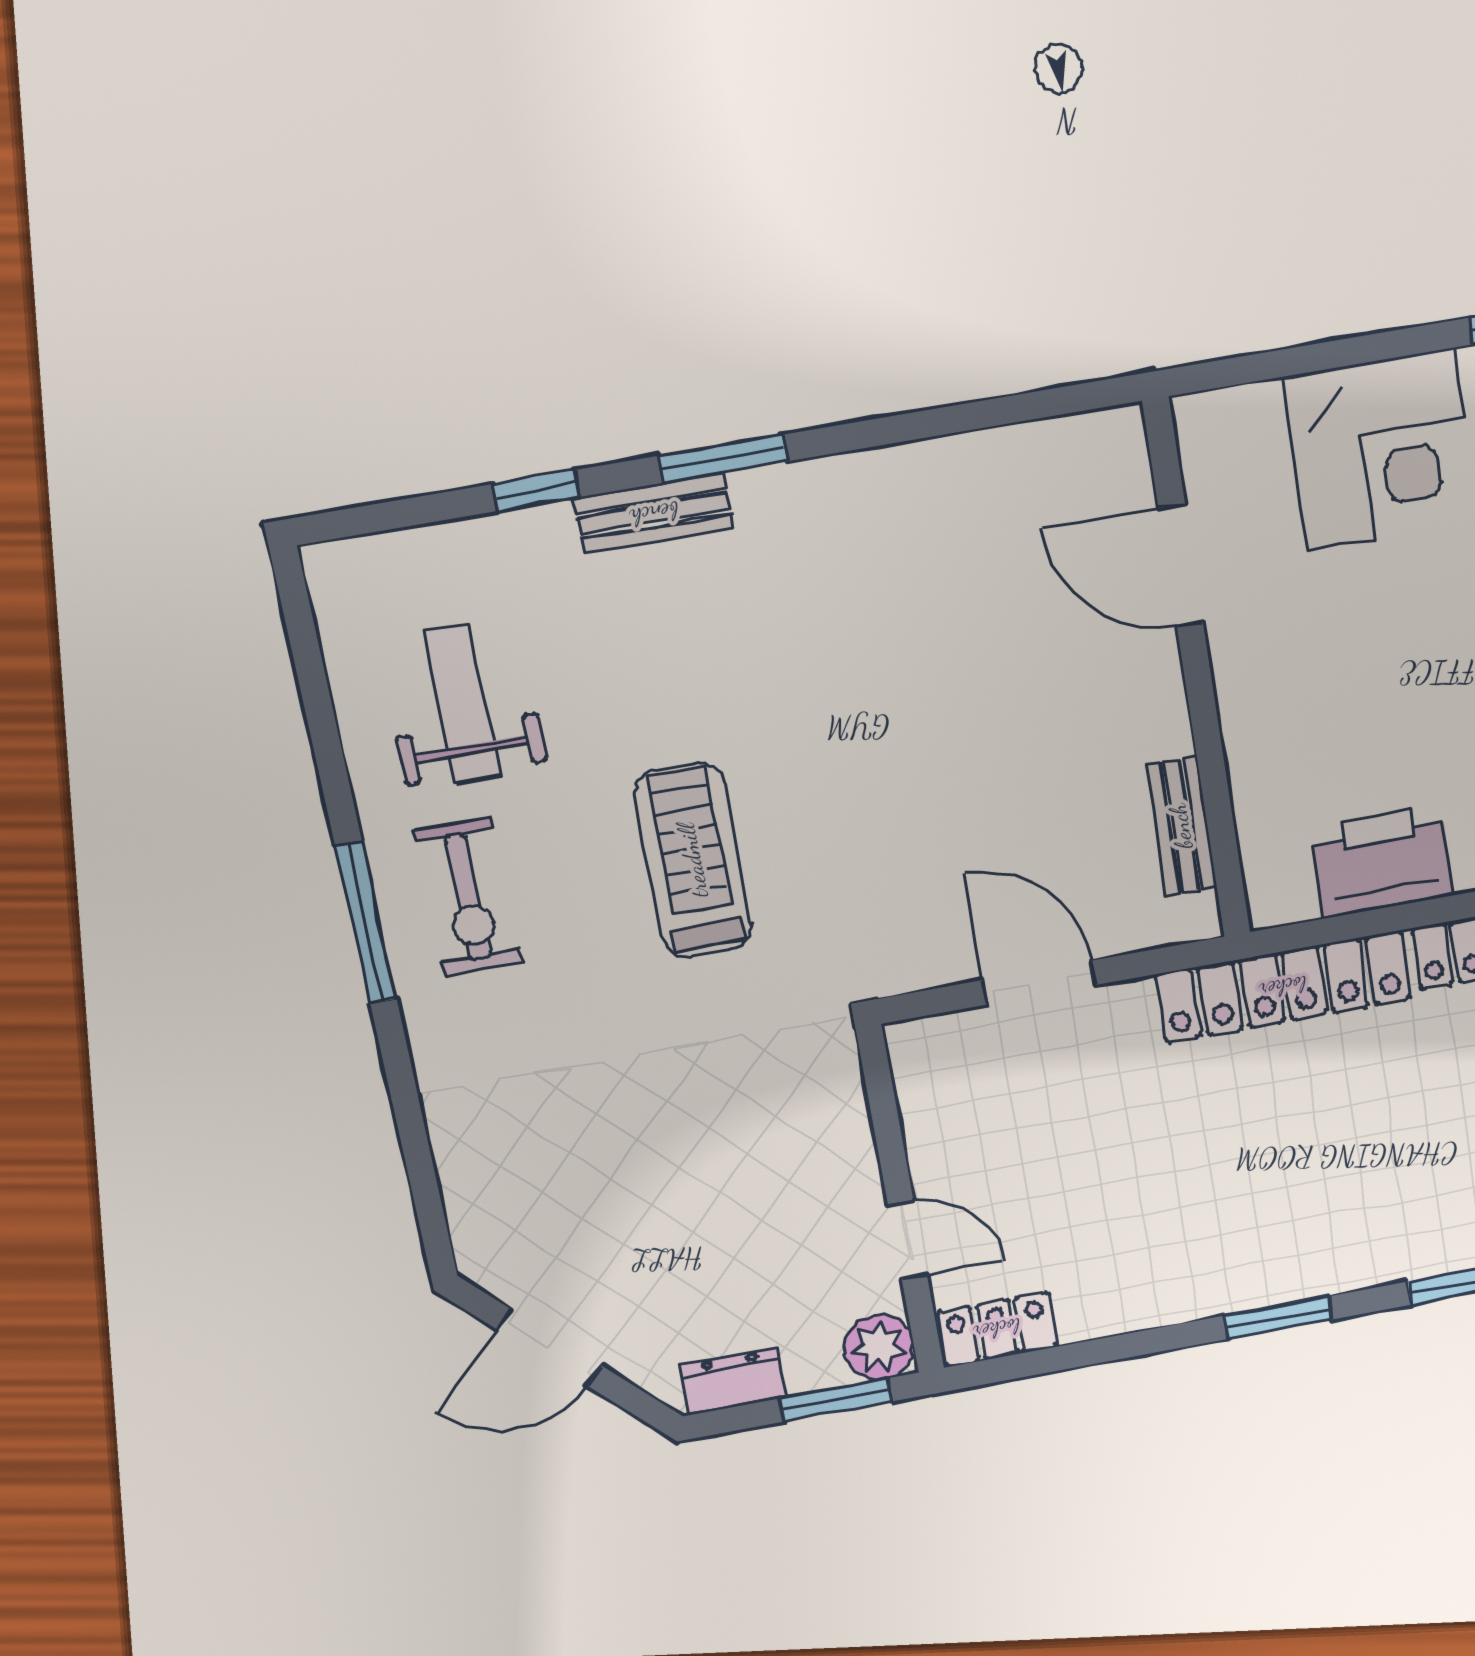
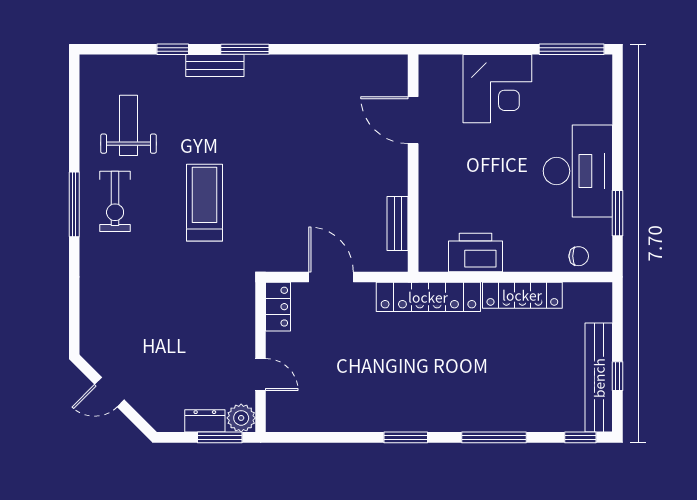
locker: (997, 1329) -> (278, 307), moved, turned 90
door: (549, 1348) -> (109, 392), width x0.73
dresser: (733, 1381) -> (205, 421), moved

